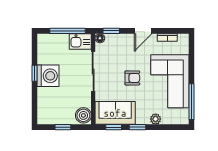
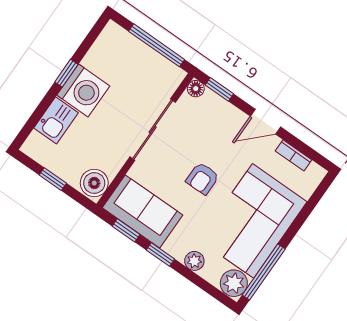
kitchen sink: (80, 41) -> (56, 120), moved, turned -90
armchair: (132, 78) -> (202, 178), turned 90
plant: (181, 117) -> (234, 283), added

